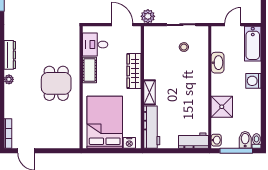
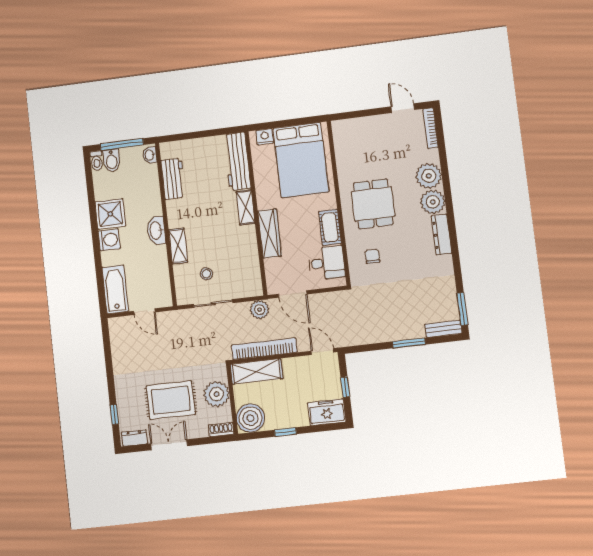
door: (233, 25) -> (144, 312), hinge flipped
chair: (61, 45) -> (372, 256), added
washbasin: (218, 63) -> (156, 231), moved
shelving: (202, 70) -> (178, 246), added
plant: (9, 79) -> (433, 202), width x1.88, depth x1.88
plant: (14, 99) -> (429, 176), added
shower: (222, 107) -> (110, 214), moved
workbench: (193, 141) -> (173, 179), moved, turned -90

